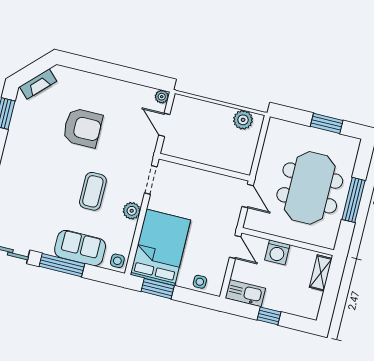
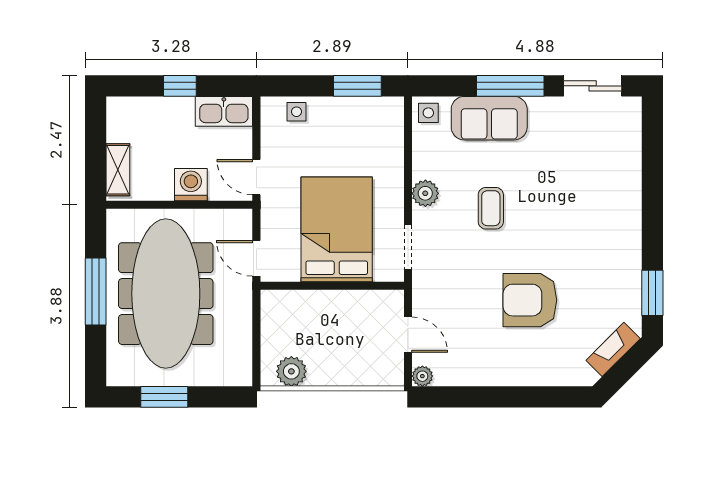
meeting table: (310, 188) -> (166, 294), width x1.36
coffee table: (93, 191) -> (491, 208), width x0.73, depth x0.77
bed: (160, 247) -> (337, 229), moved, turned 180

